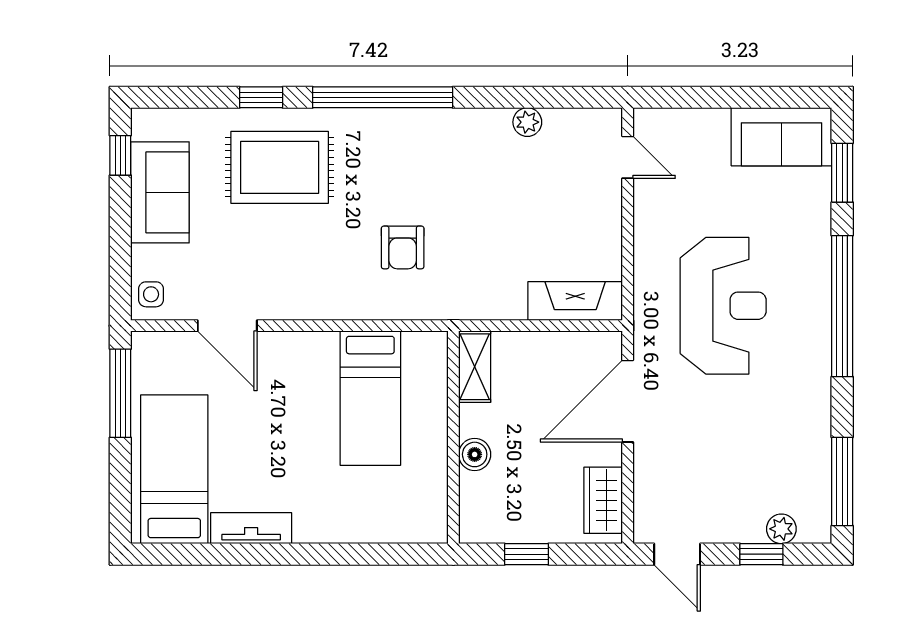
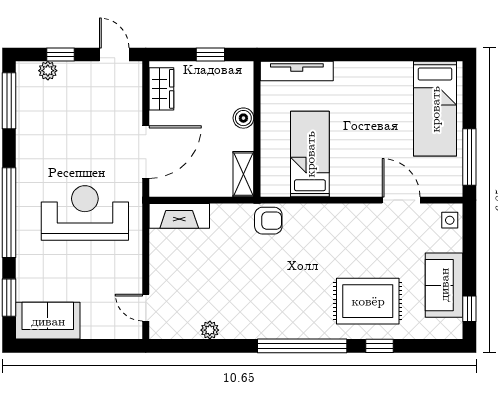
armchair: (403, 247) -> (268, 221), moved, turned 90
reception desk: (723, 306) -> (85, 213), turned 90
tv unit: (251, 528) -> (297, 71), moved, width x1.41

